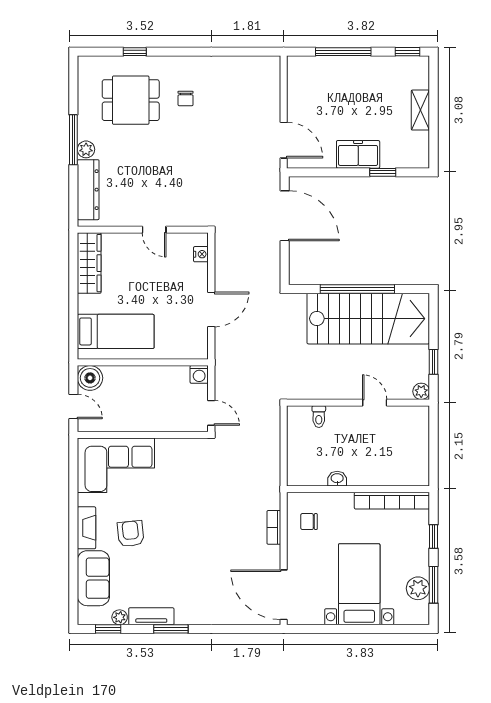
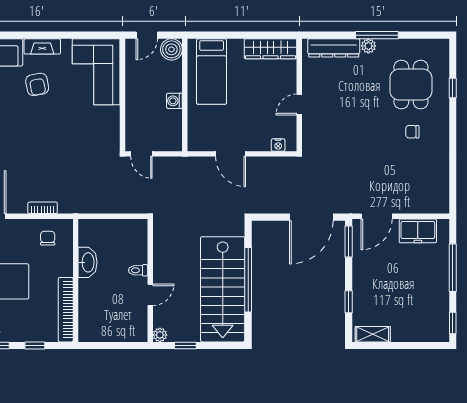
shelving: (420, 110) -> (373, 334), moved
freezer: (358, 154) -> (418, 231), moved, turned 90
window: (313, 172) -> (349, 242), added
washing machine: (199, 374) -> (174, 101), moved
door: (211, 413) -> (141, 154), hinge flipped
toilet: (319, 417) -> (138, 270), moved
washbasin: (337, 479) -> (88, 262), width x1.91, depth x1.45
armchair: (131, 534) -> (37, 84), turned 85

